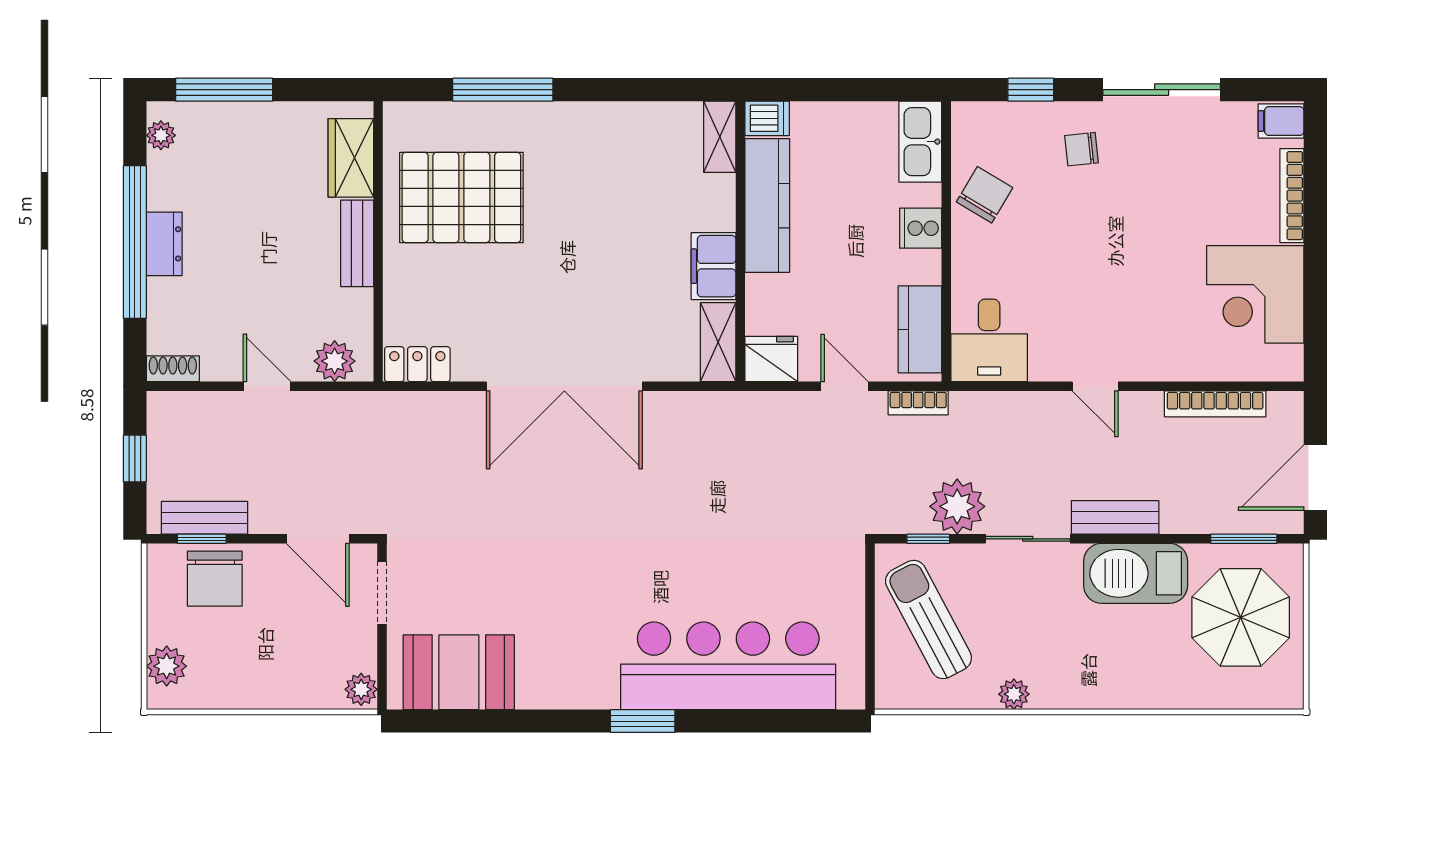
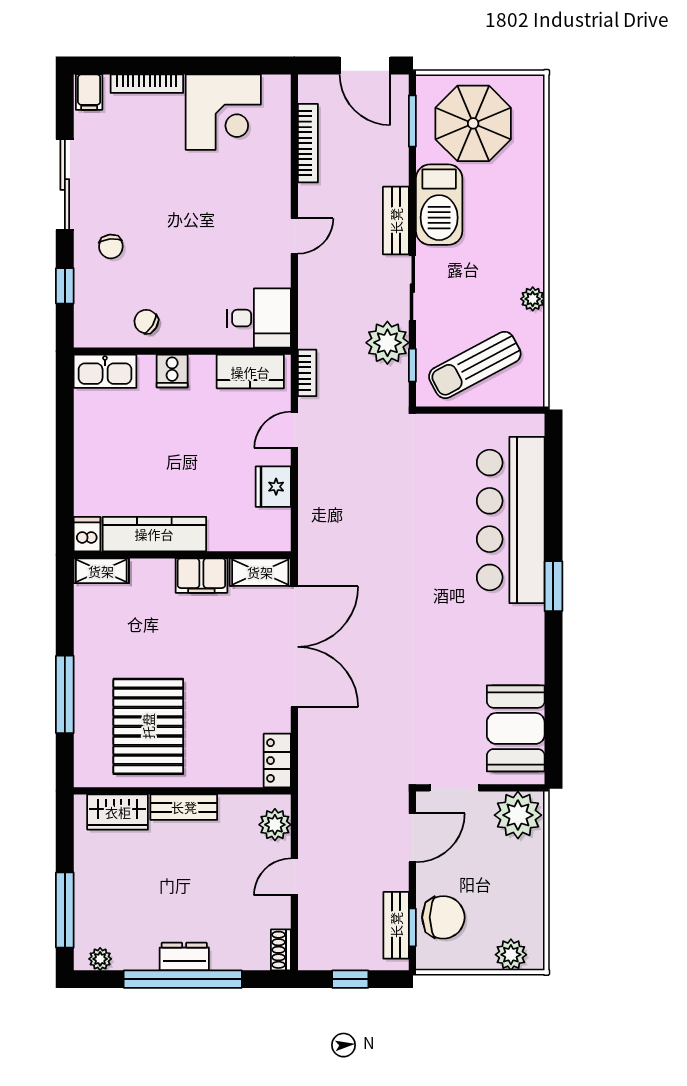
dishwasher: (767, 118) -> (87, 534), moved
shelving: (720, 137) -> (101, 571), moved
chair: (985, 195) -> (146, 322), width x0.73, depth x0.73
kitchen counter: (767, 206) -> (154, 534), moved
wall: (740, 241) -> (182, 555), moved
filing cabinet: (713, 266) -> (201, 576), moved
shelving: (718, 342) -> (260, 572), moved
plant: (361, 689) -> (518, 815), width x1.88, depth x1.88

